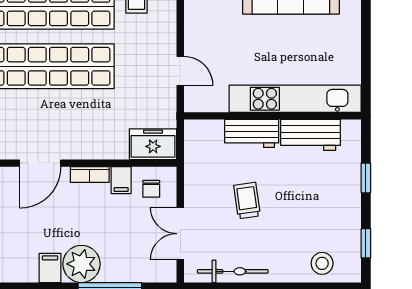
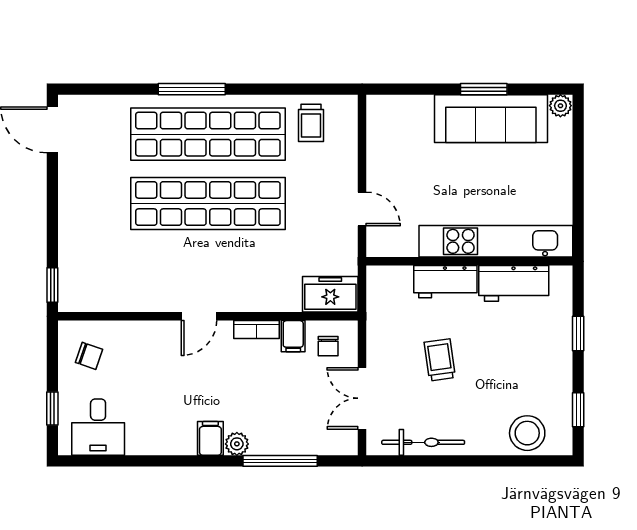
door: (40, 163) -> (199, 316), width x0.73
stool: (322, 263) -> (527, 433), width x1.38, depth x1.38
plant: (81, 264) -> (237, 444), width x0.53, depth x0.53

